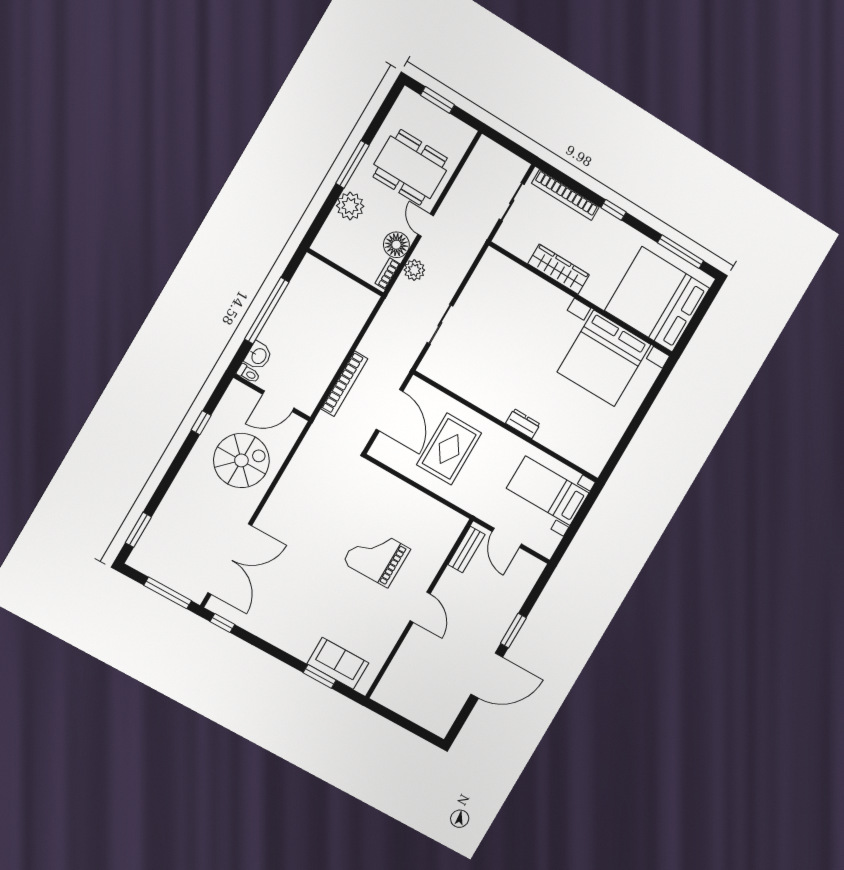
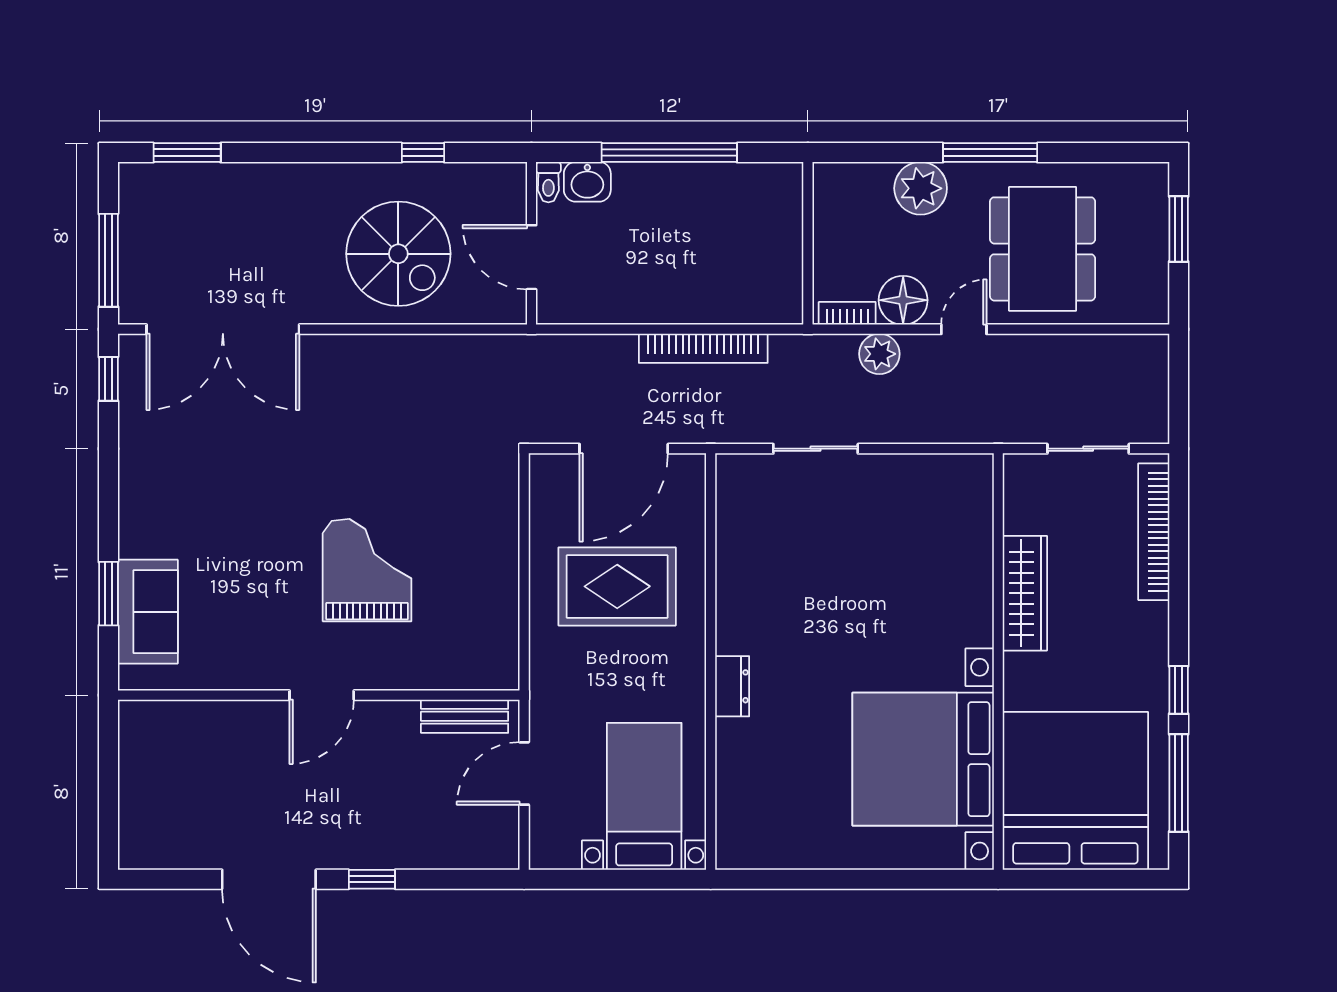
window: (614, 210) -> (1179, 690), moved
bookcase: (344, 384) -> (703, 348), moved
window: (513, 631) -> (372, 879), width x0.67

